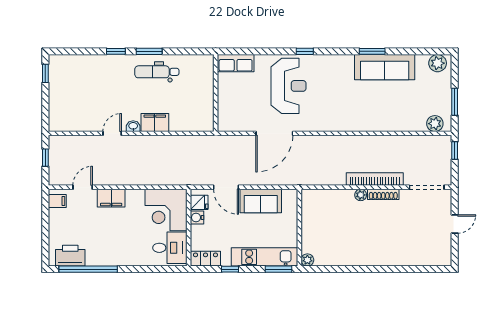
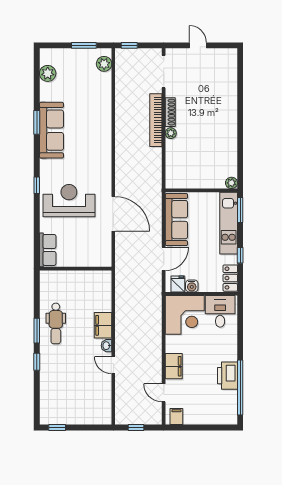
plant: (438, 63) -> (48, 73), moved
sofa: (385, 67) -> (51, 130), moved
sofa: (261, 201) -> (176, 220), width x1.36
printer: (70, 256) -> (227, 376), moved

